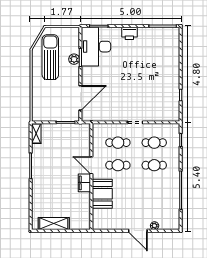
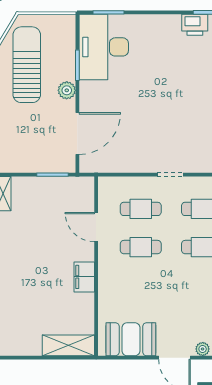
printer: (129, 33) -> (195, 25), moved
plant: (74, 59) -> (67, 90), moved
door: (91, 165) -> (96, 227), moved
booth: (102, 194) -> (131, 339), moved, turned 90
shelving: (54, 224) -> (68, 345), moved

